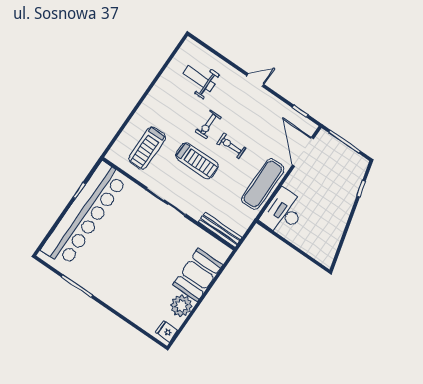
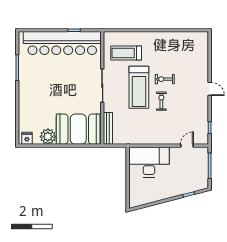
weight bench: (199, 79) -> (188, 55), removed
door: (303, 152) -> (187, 146), width x0.53
treadmill: (197, 161) -> (139, 87), width x1.37, depth x1.38
exercise mat: (263, 184) -> (152, 135), removed
desk: (283, 212) -> (149, 162), width x1.36, depth x1.30
booth: (198, 275) -> (78, 129), width x1.36, depth x1.42

